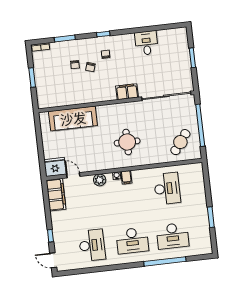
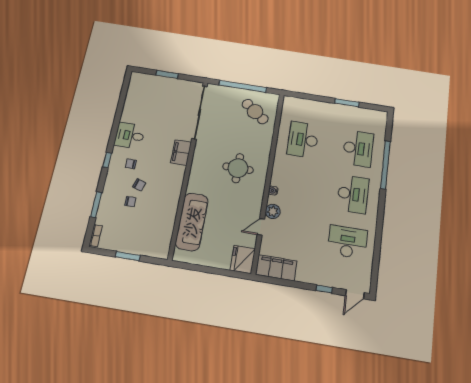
desk: (146, 43) -> (130, 135), moved
door: (73, 175) -> (261, 227), moved
filing cabinet: (126, 177) -> (278, 180), removed
desk: (167, 189) -> (303, 140), turned -90

